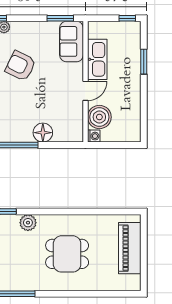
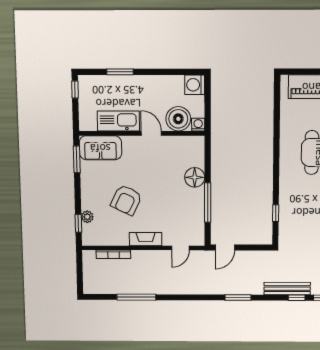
washing machine: (132, 133) -> (195, 85), added
plant: (28, 223) -> (287, 193), removed

